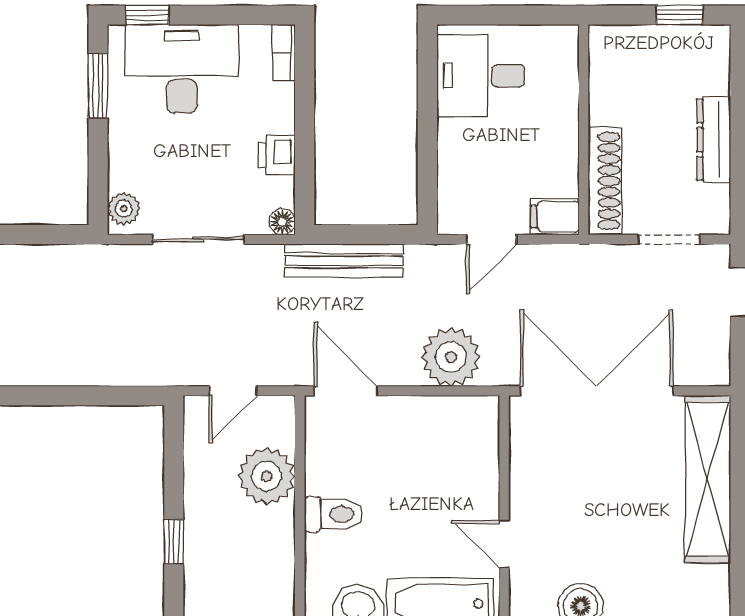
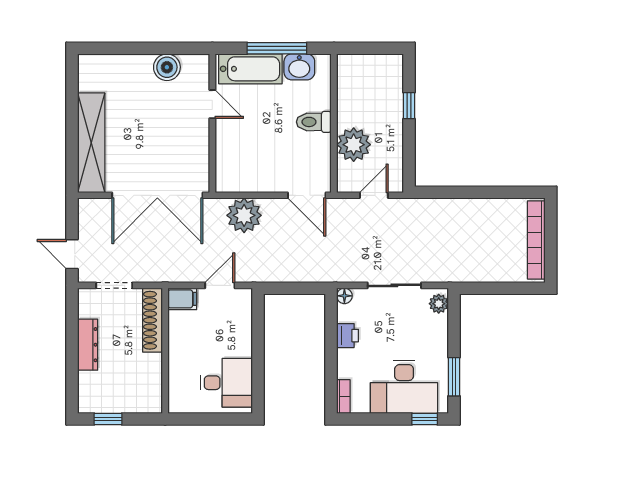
bench: (344, 261) -> (308, 273), removed

